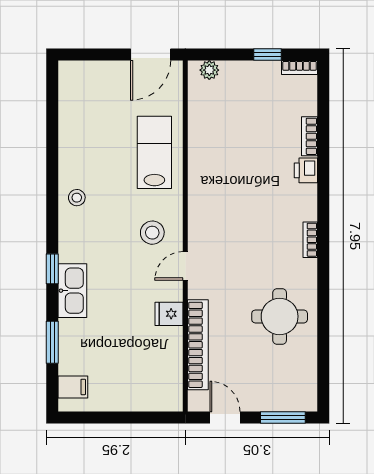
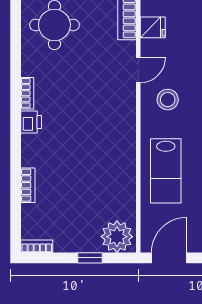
window: (267, 55) -> (90, 258), moved
plant: (209, 70) -> (117, 237), width x1.87, depth x1.87
printer: (306, 170) -> (31, 122), moved

